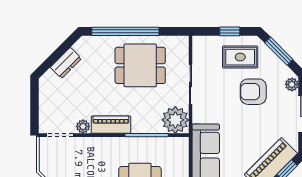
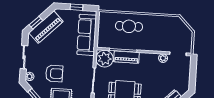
piano: (111, 125) -> (126, 57), moved

